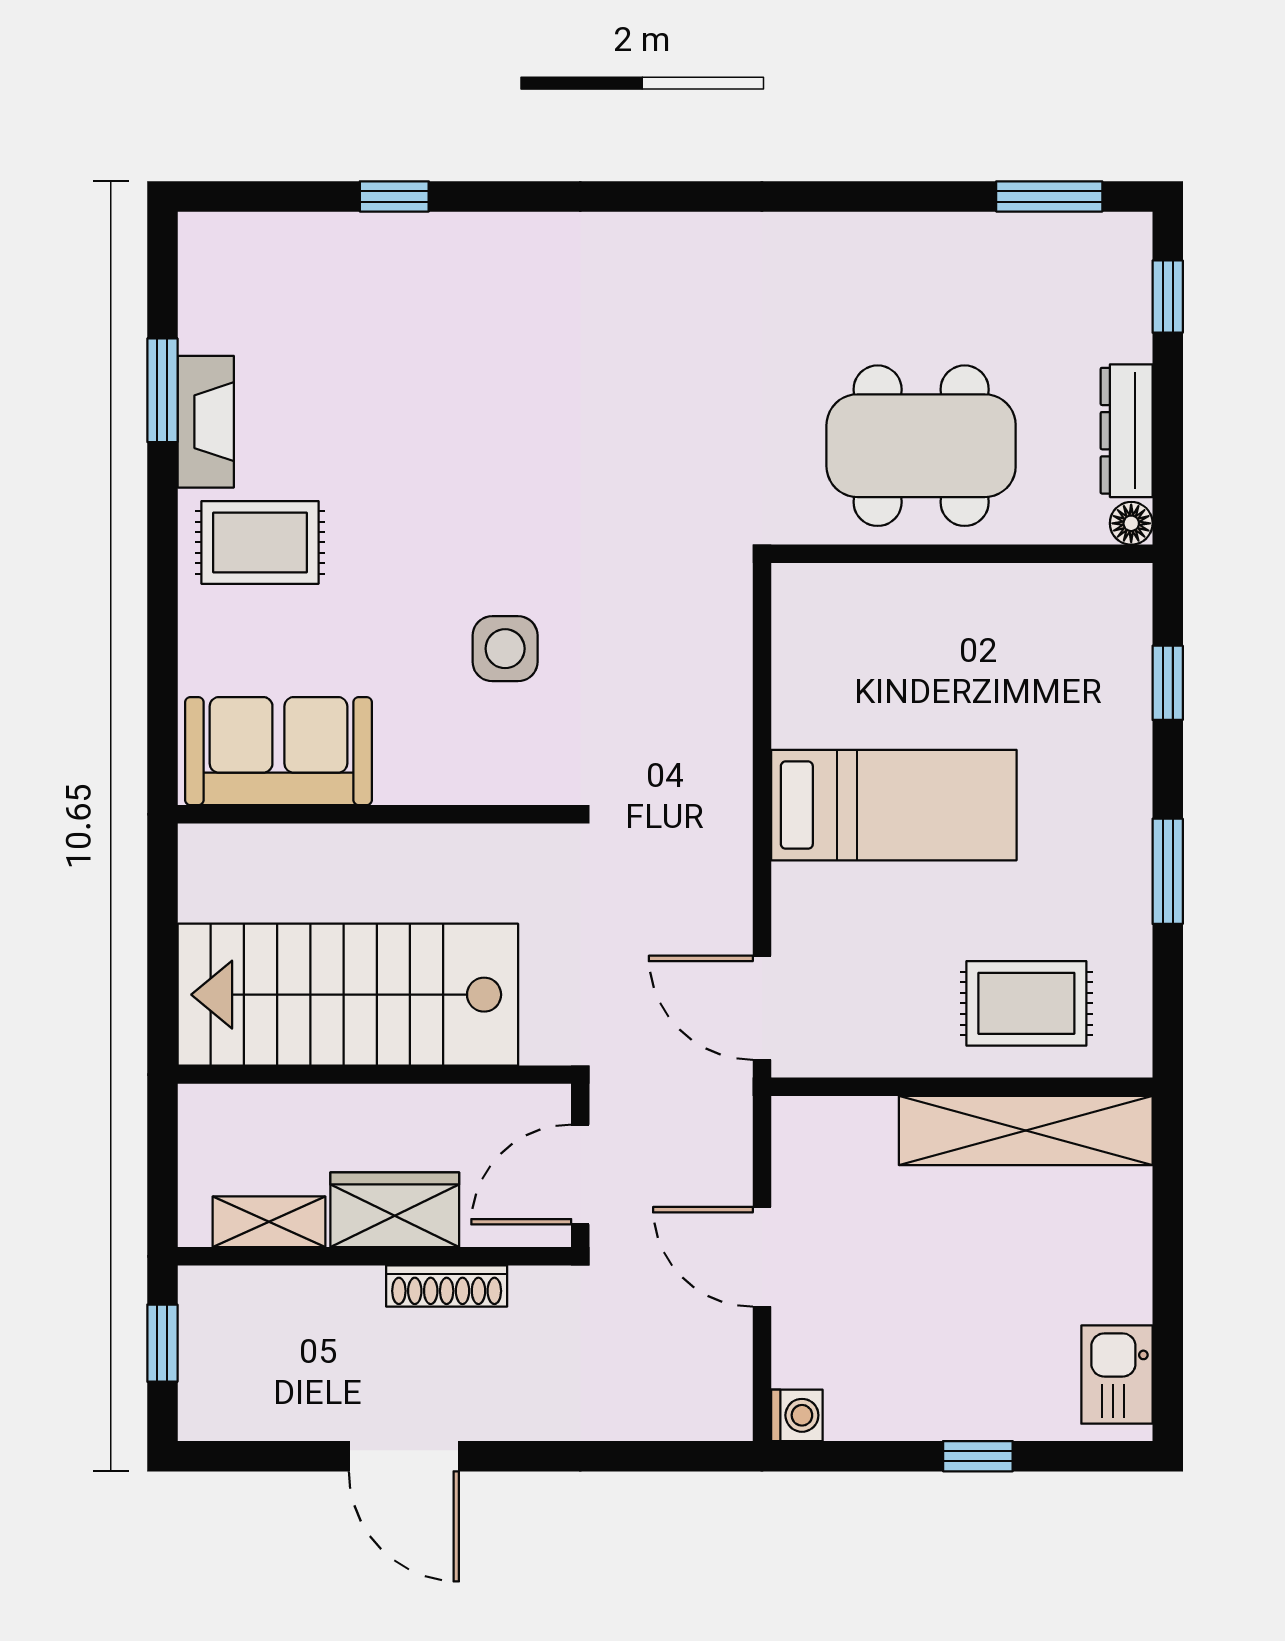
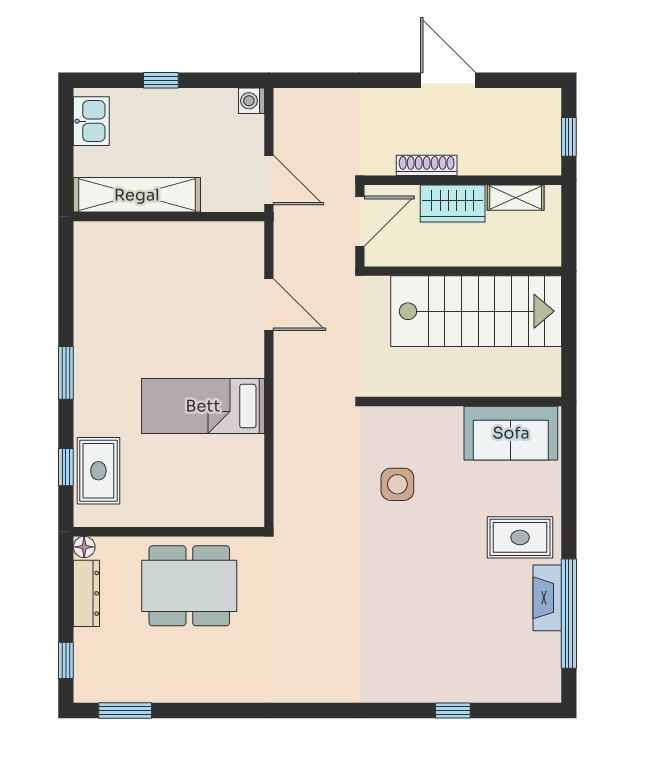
window: (162, 390) -> (569, 614), width x2.11
rug: (1026, 1003) -> (98, 471), moved, turned 90
wall: (962, 1087) -> (169, 217), moved
shelving: (1026, 1130) -> (137, 195), moved

